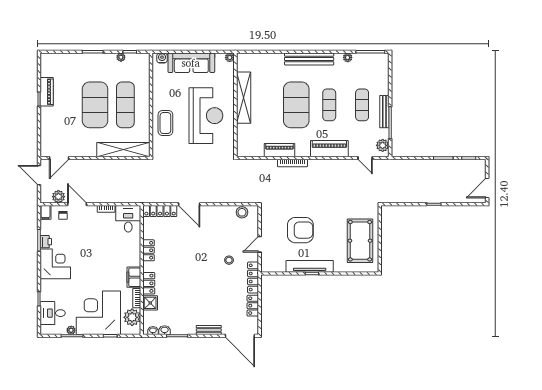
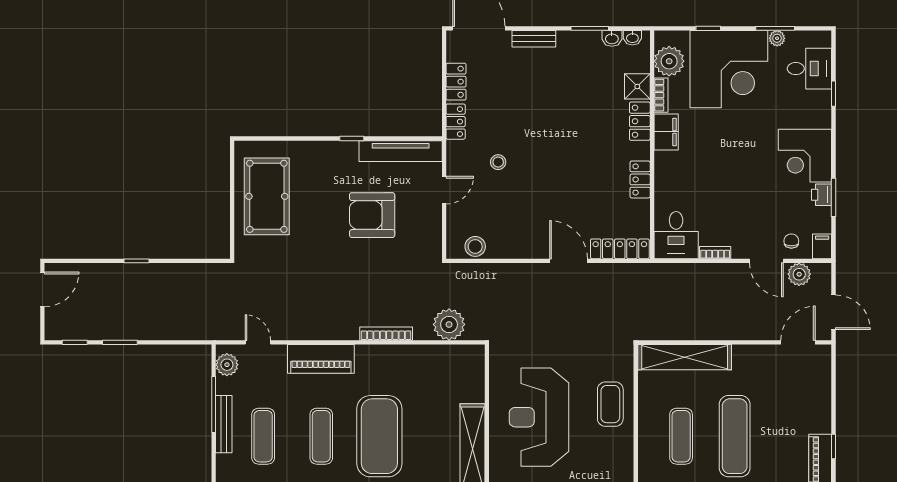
exercise mat: (95, 105) -> (735, 436), width x0.68
exercise mat: (125, 105) -> (681, 436), width x0.73, depth x0.69
piano: (279, 150) -> (409, 356), removed
plant: (257, 168) -> (449, 324), added
tv unit: (310, 266) -> (401, 151), moved
locker: (253, 277) -> (456, 122), width x0.66

